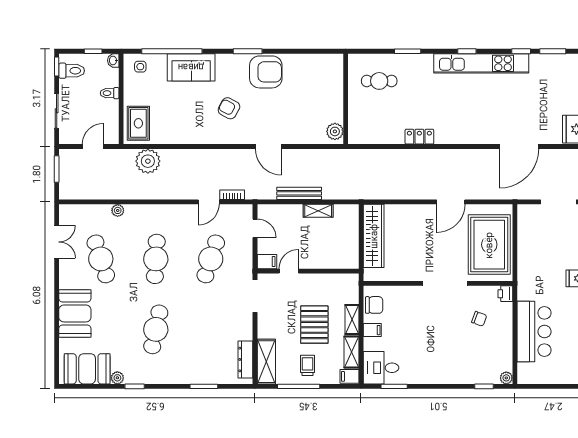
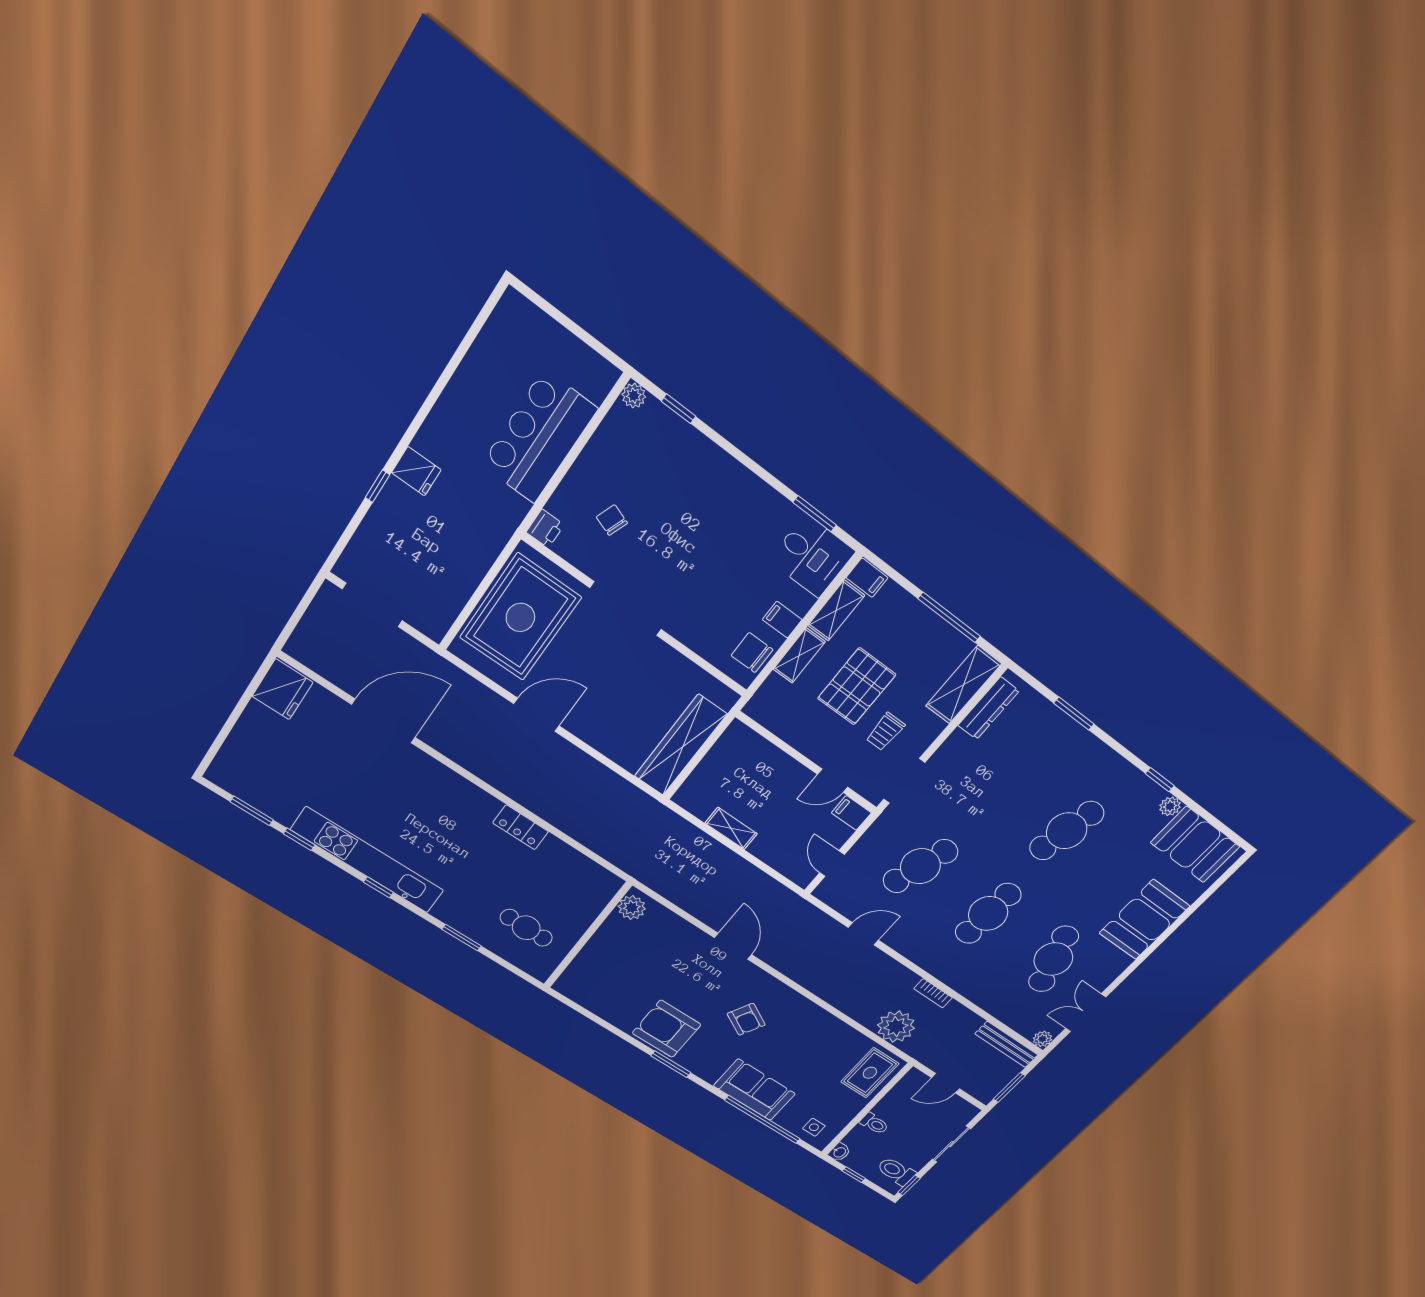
bench: (299, 193) -> (1006, 1044), moved
bookcase: (232, 195) -> (933, 993), moved
plant: (118, 210) -> (1042, 1039), moved
trolley: (308, 365) -> (885, 732), moved

